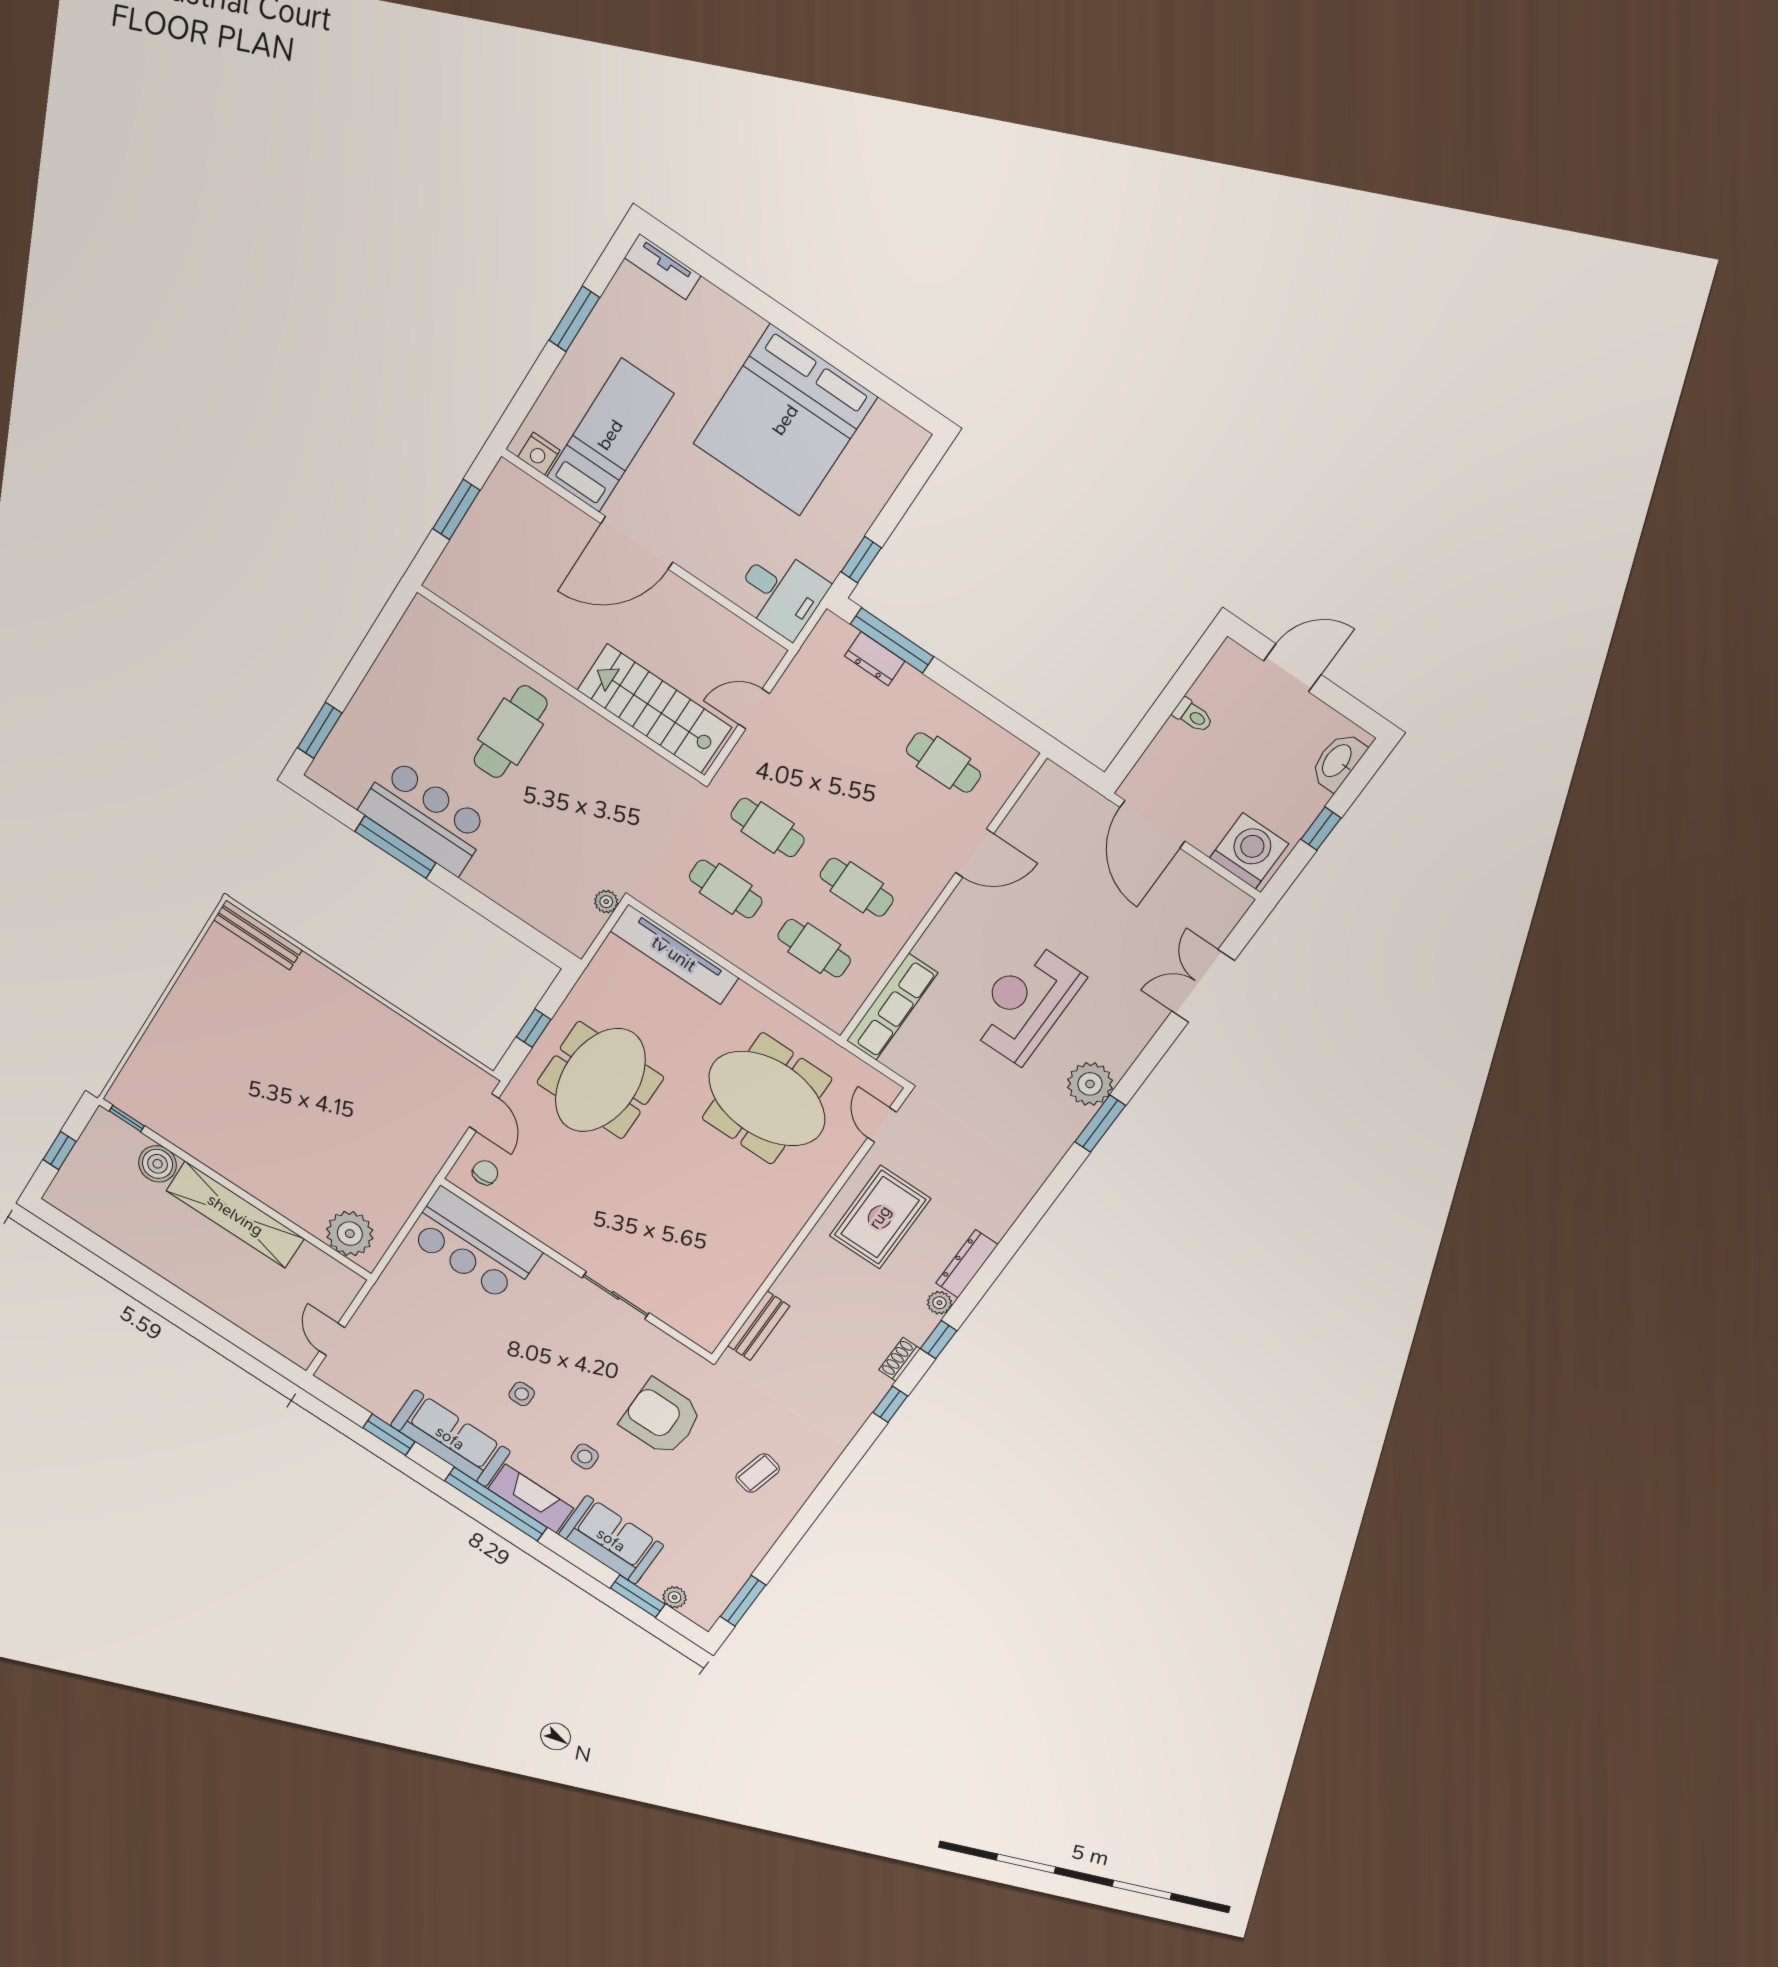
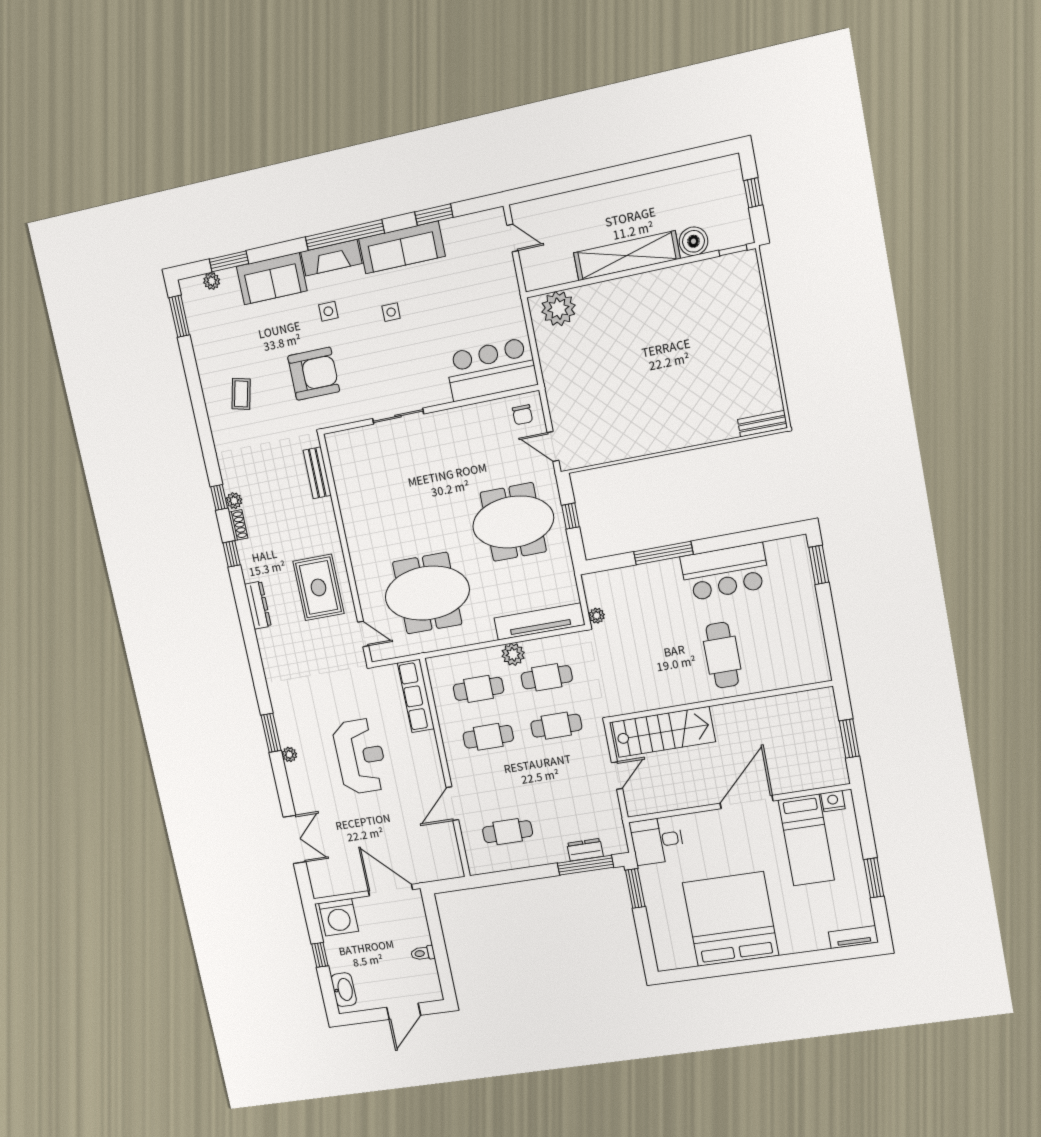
window: (861, 560) -> (635, 888), width x1.50
window: (395, 847) -> (663, 553), moved
bench: (258, 935) -> (763, 424), width x0.73
plant: (738, 948) -> (513, 654), added
meeting table: (600, 1080) -> (513, 522), turned 90
plant: (1090, 1084) -> (289, 754), width x0.53, depth x0.53
plant: (939, 1303) -> (234, 501), moved

